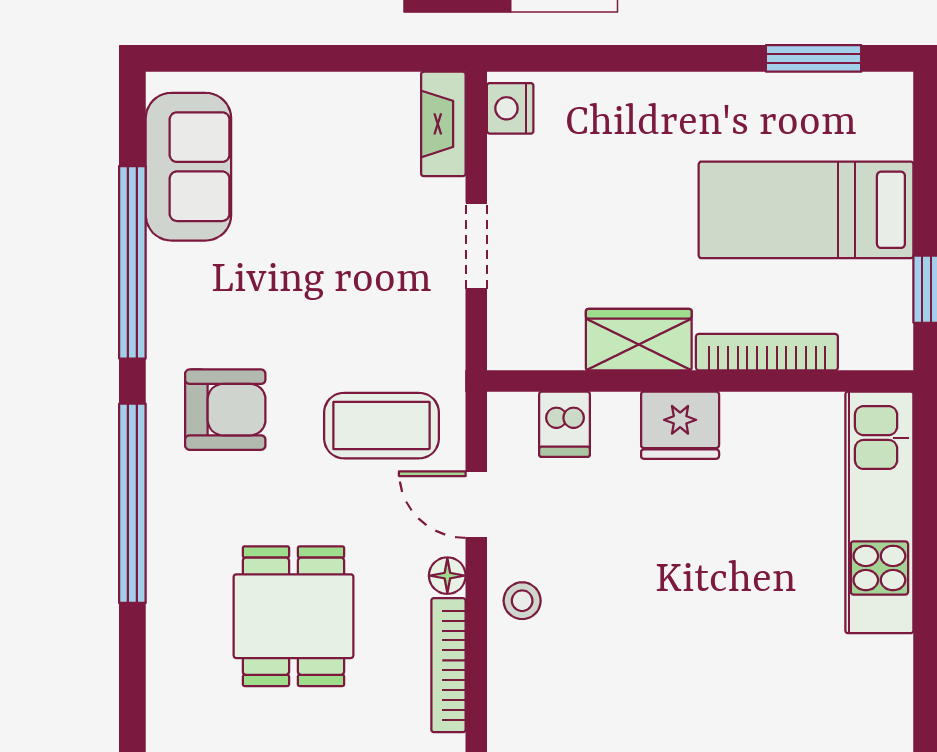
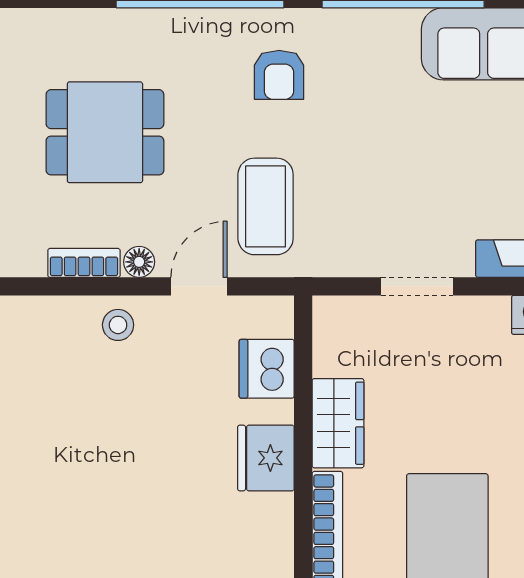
armchair: (225, 410) -> (279, 75), width x0.72, depth x0.72
dishwasher: (565, 424) -> (267, 369), width x1.38
bookcase: (448, 665) -> (84, 263), width x0.64

